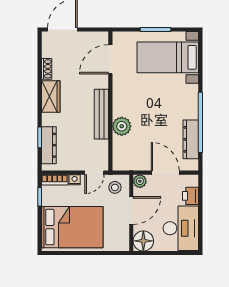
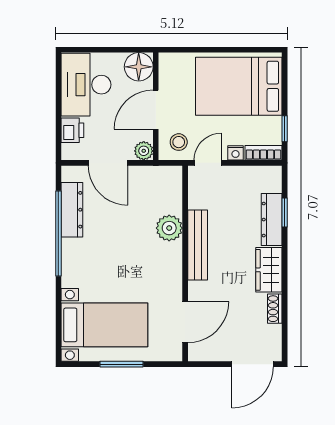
dresser: (49, 145) -> (272, 220), moved

